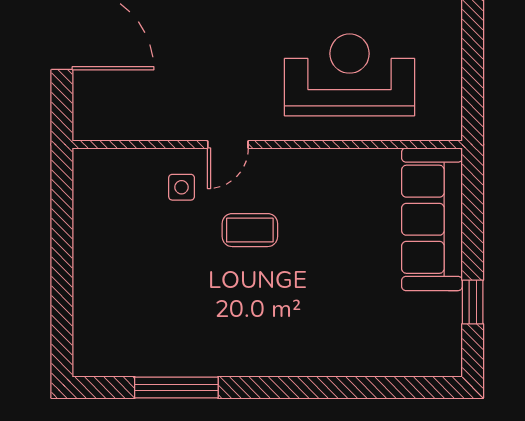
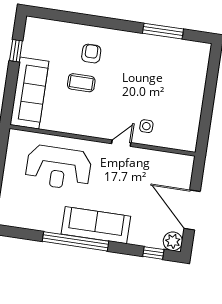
coffee table: (250, 230) -> (81, 83), moved
armchair: (317, 319) -> (91, 54), added

